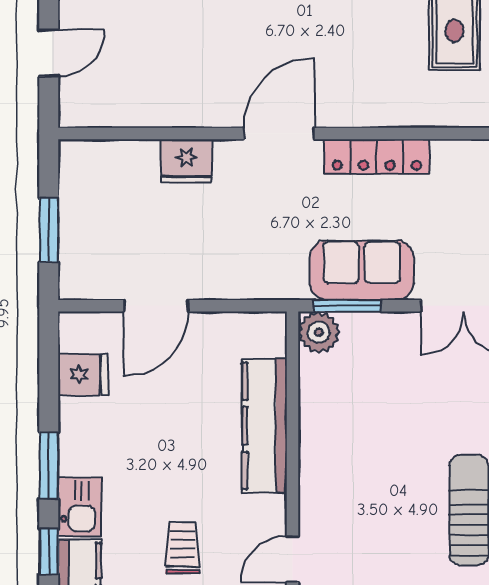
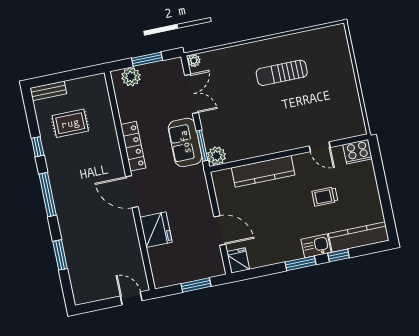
door: (49, 53) -> (131, 298), moved
fridge: (186, 161) -> (156, 230), width x1.36, depth x1.34
fridge: (83, 375) -> (238, 260), moved

